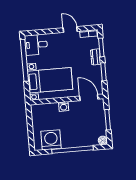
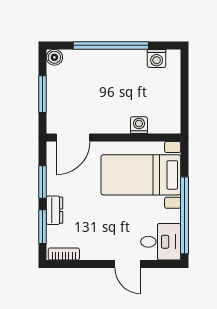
door: (70, 30) -> (128, 264), moved
door: (89, 98) -> (73, 137), hinge flipped
washing machine: (64, 106) -> (139, 125), moved
washing machine: (51, 140) -> (157, 58), width x0.53, depth x0.53

